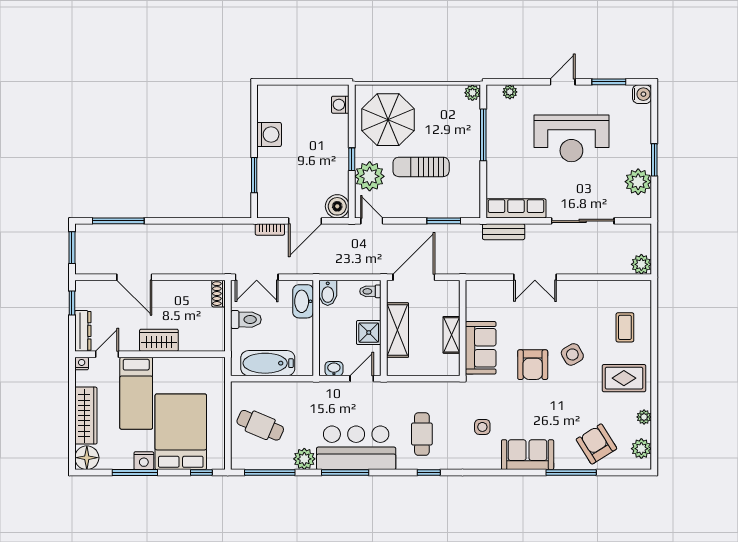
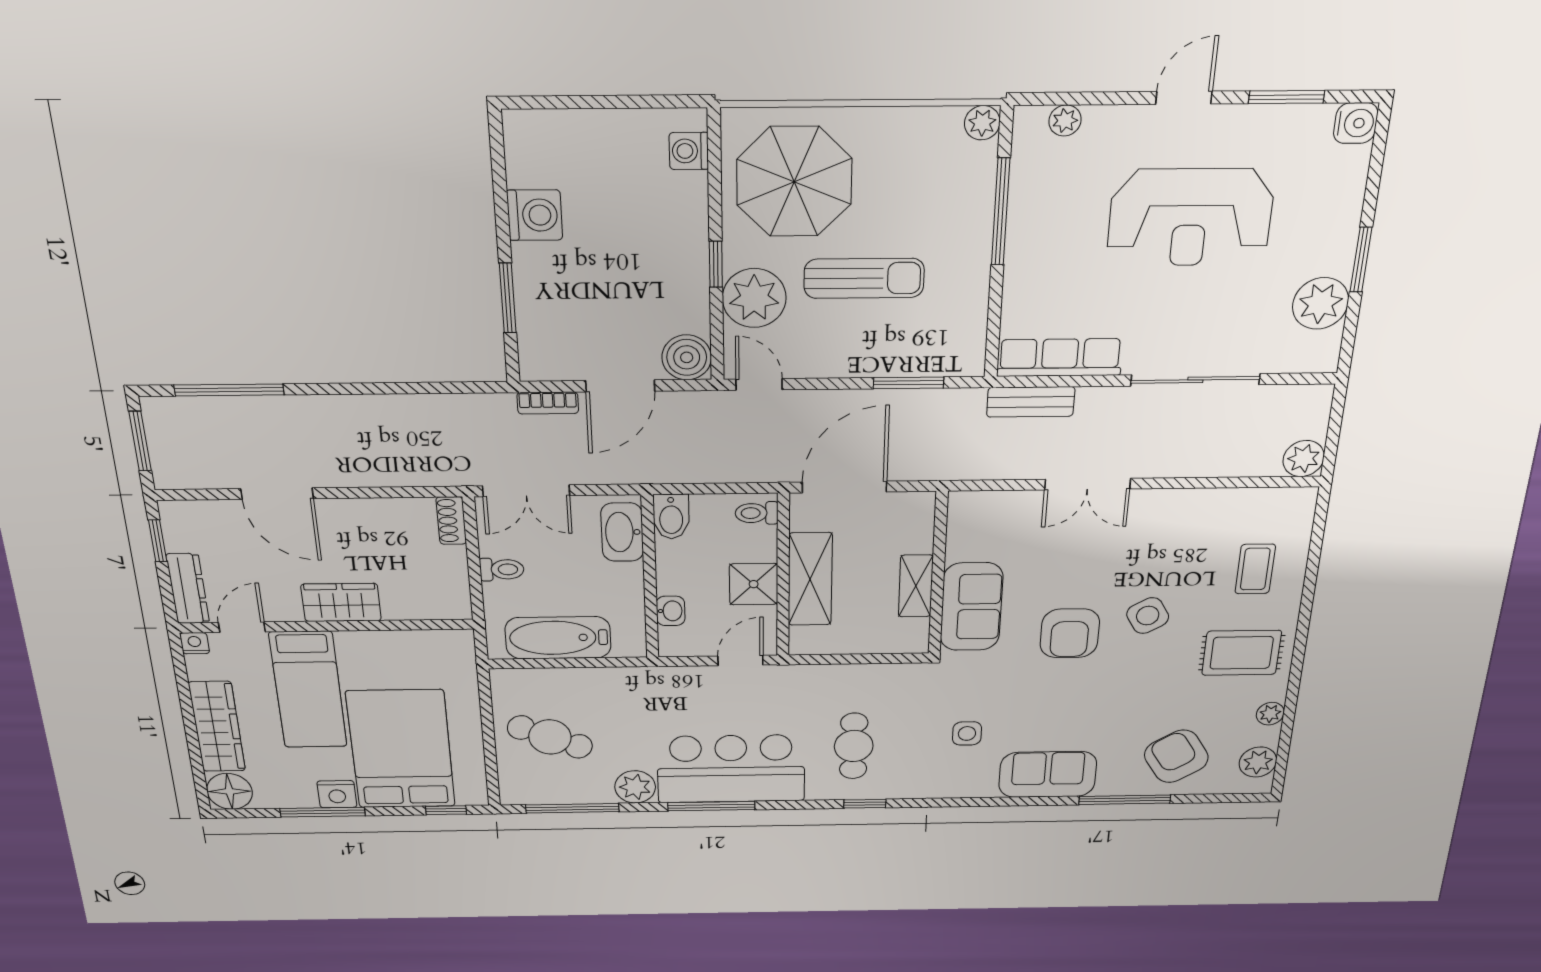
sun lounger: (421, 167) -> (864, 278), turned 180
toilet: (246, 320) -> (502, 569), width x0.73, depth x0.72
washbasin: (334, 369) -> (671, 611), moved, turned 90

